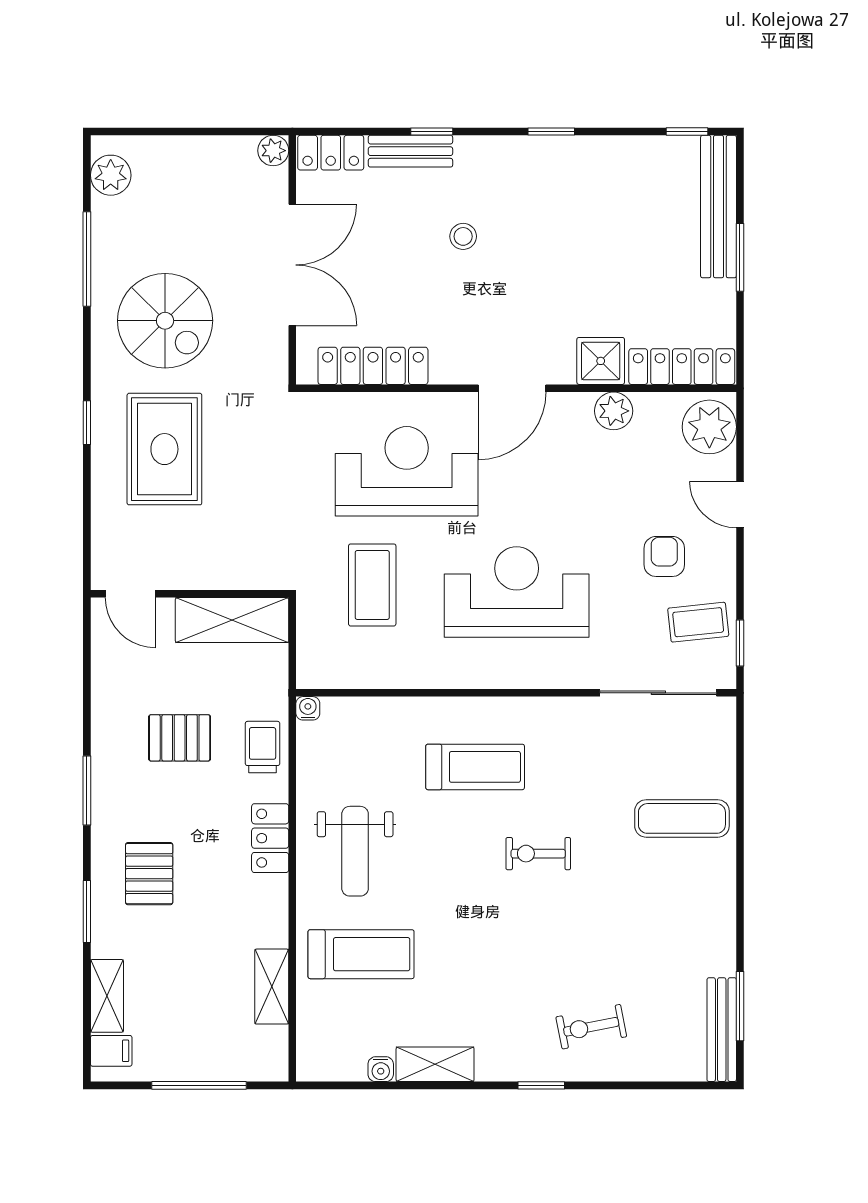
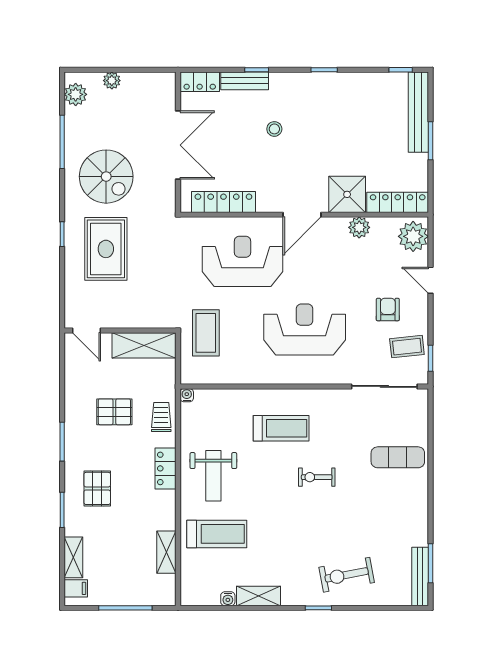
plant: (273, 151) -> (112, 81), moved
shower: (601, 361) -> (347, 194), width x1.36, depth x1.36
coffee table: (372, 585) -> (206, 333), moved
exercise bike: (591, 1027) -> (347, 575), width x1.38, depth x1.39

